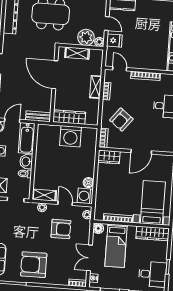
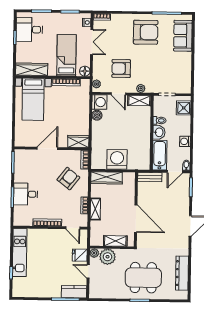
wardrobe: (69, 117) -> (107, 178), moved

